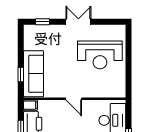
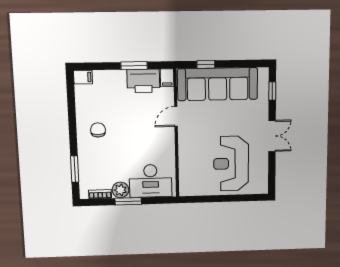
sofa: (34, 74) -> (218, 84), width x1.36, depth x1.27
door: (74, 99) -> (176, 117), moved

